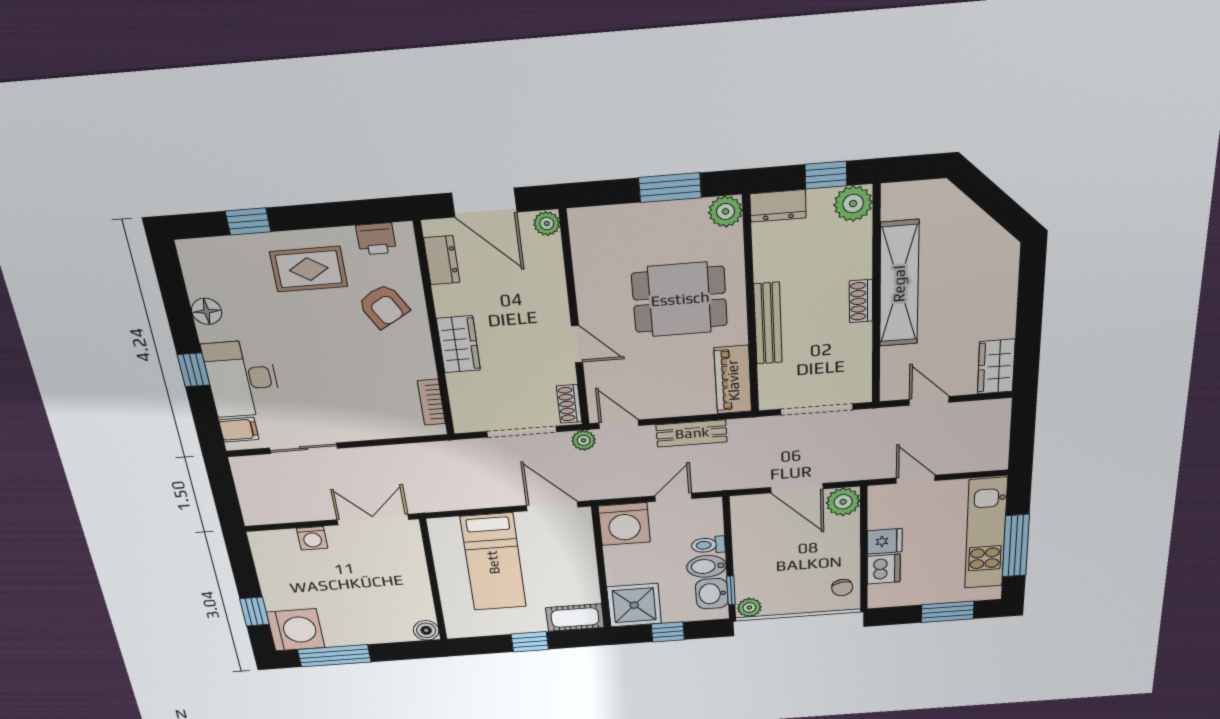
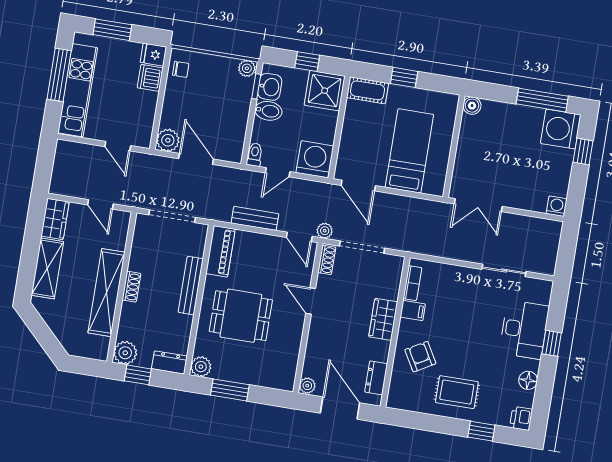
printer: (376, 239) -> (521, 418), moved, turned -90
shelving: (999, 297) -> (47, 268), added
filing cabinet: (239, 430) -> (413, 311), moved, turned 180
washing machine: (312, 538) -> (557, 206), moved
fridge: (885, 541) -> (153, 55), moved
toilet: (708, 545) -> (255, 155), moved, turned -90
chair: (842, 588) -> (181, 69), turned 99

